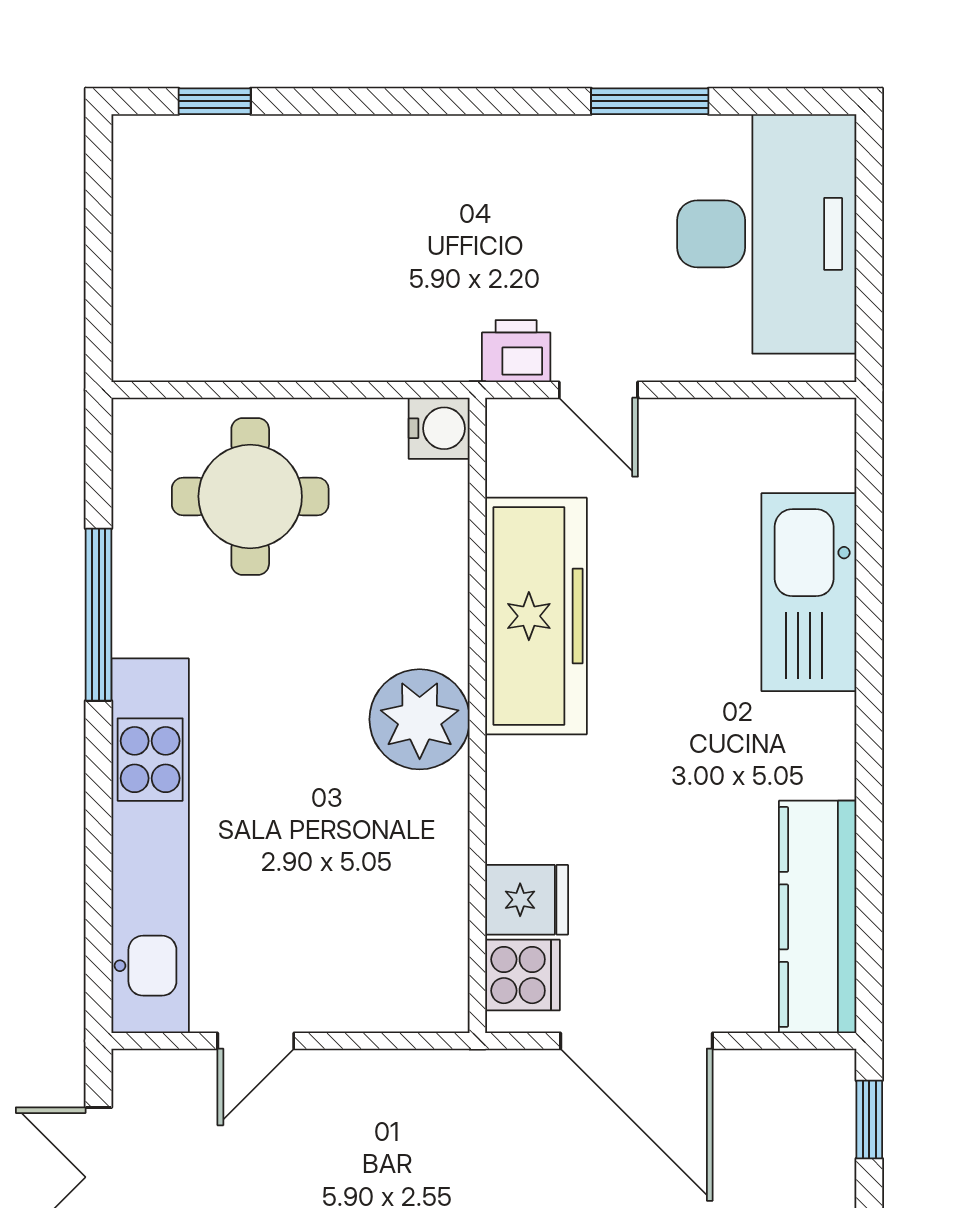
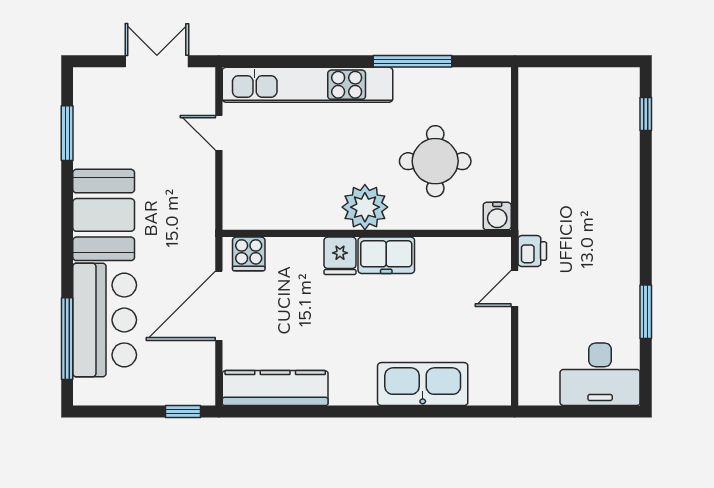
desk: (767, 234) -> (600, 374), width x0.73, depth x0.77
round table: (250, 496) -> (435, 161), moved
freezer: (536, 616) -> (386, 255), width x0.52, depth x0.79
fridge: (527, 900) -> (340, 256), moved

